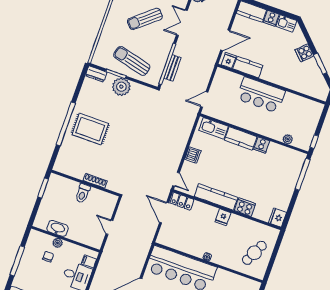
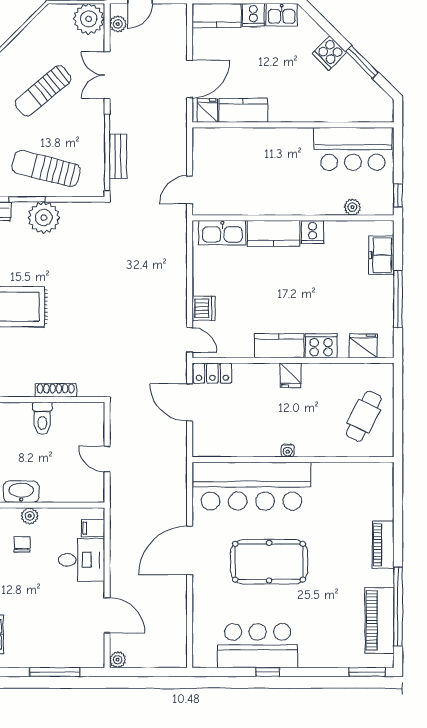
bar counter: (261, 95) -> (353, 149), moved
dishwasher: (193, 155) -> (204, 308), moved
freezer: (294, 170) -> (381, 255), added
window: (303, 174) -> (398, 299), moved
kitchen counter: (216, 197) -> (279, 346), width x0.67
fridge: (277, 218) -> (363, 346), moved, turned 90

